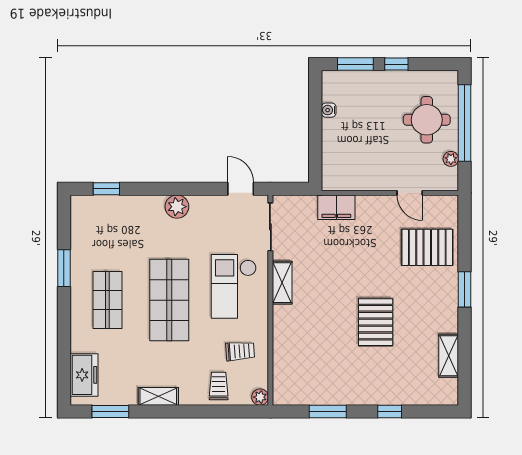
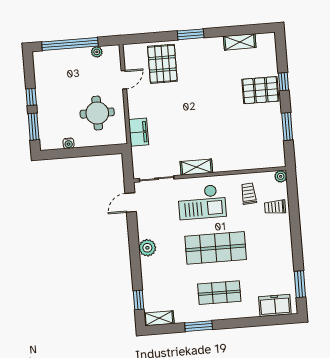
round table: (427, 120) -> (97, 113), moved
pallet: (376, 322) -> (260, 90), moved
shelving: (158, 396) -> (159, 318), moved, turned 90

